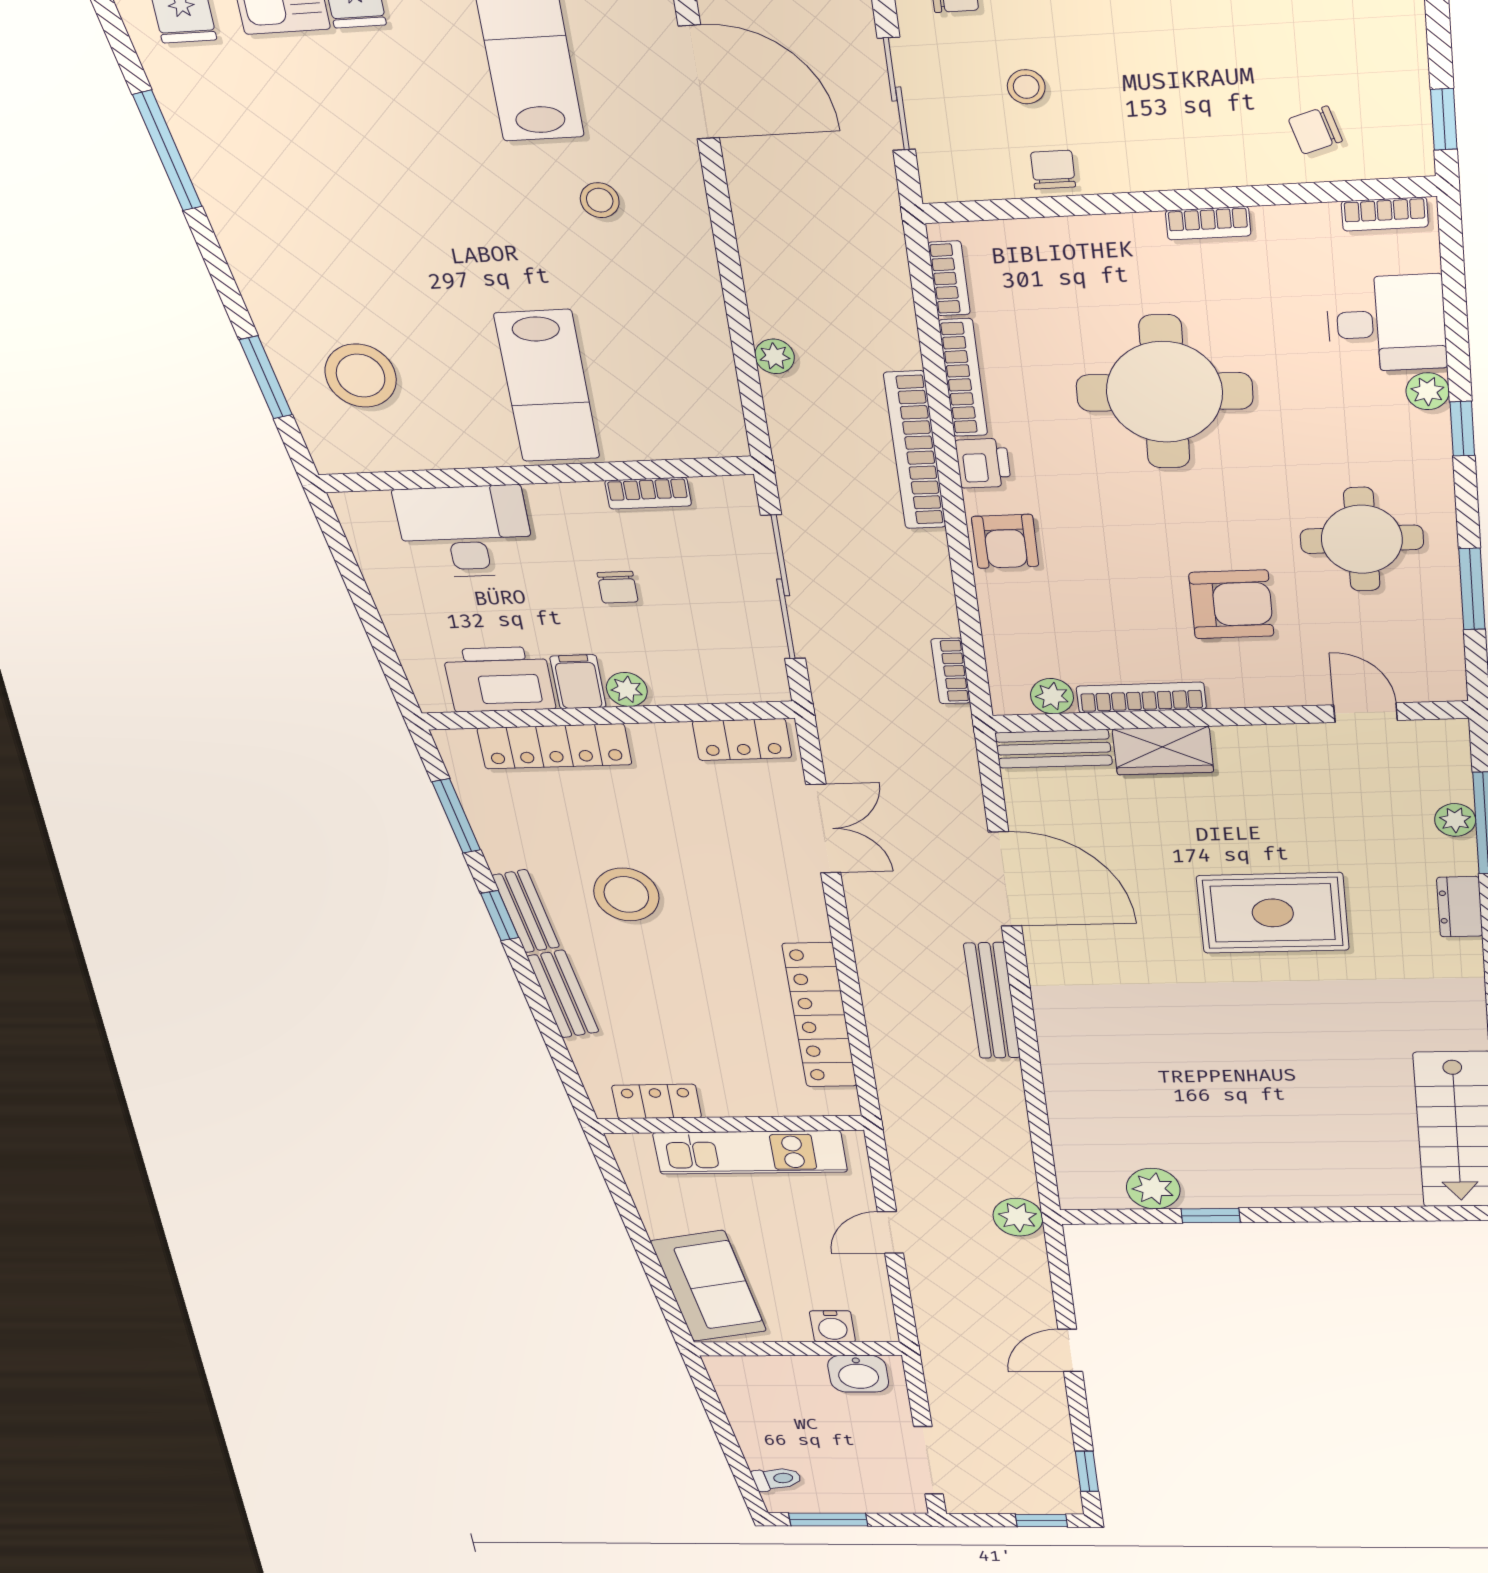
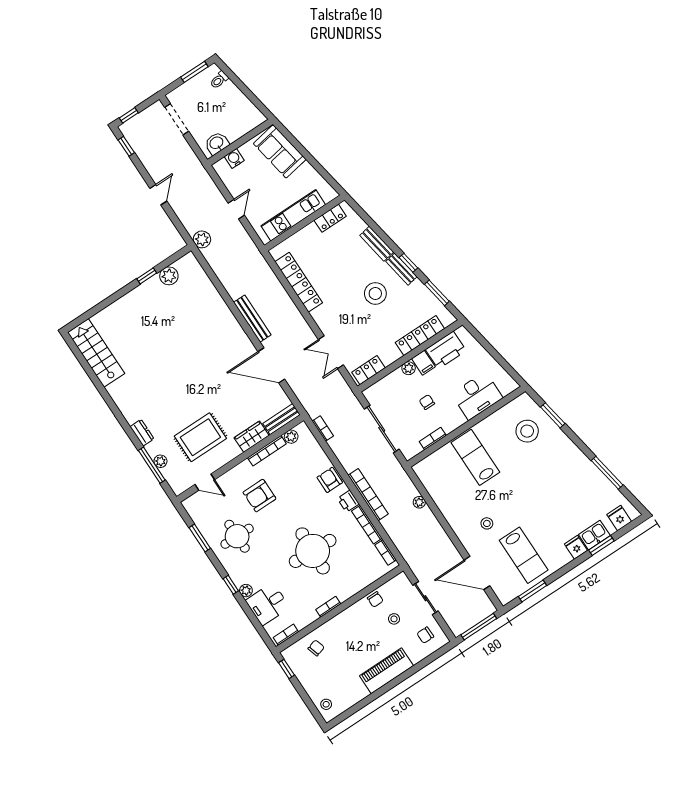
rug: (1273, 913) -> (200, 437), moved

